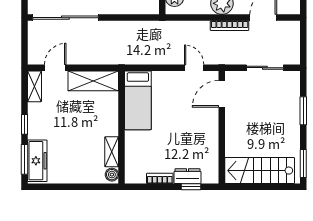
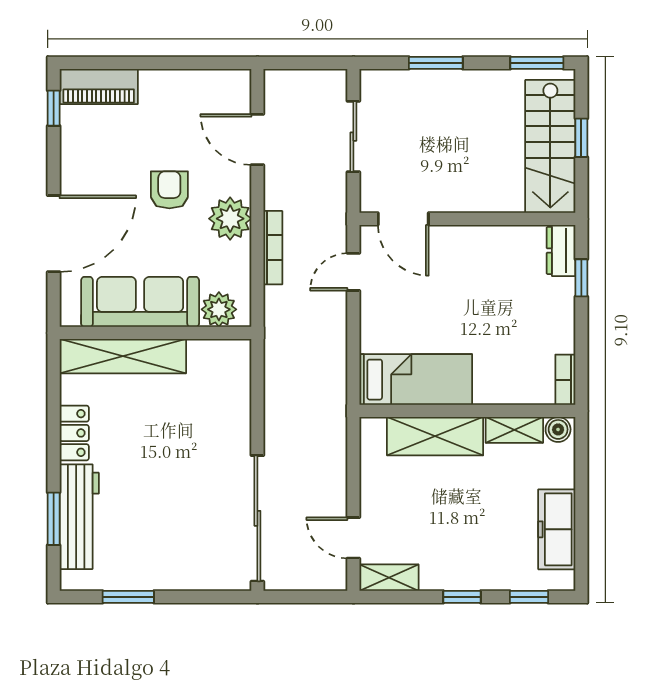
bookcase: (230, 26) -> (273, 248), moved
shelving: (93, 81) -> (435, 436), moved, turned 90
window: (24, 159) -> (529, 597), width x0.67
freezer: (37, 161) -> (557, 529), moved, turned -90
dresser: (188, 176) -> (561, 251), moved
bookcase: (160, 178) -> (565, 380), moved
window: (264, 187) -> (581, 138), added

